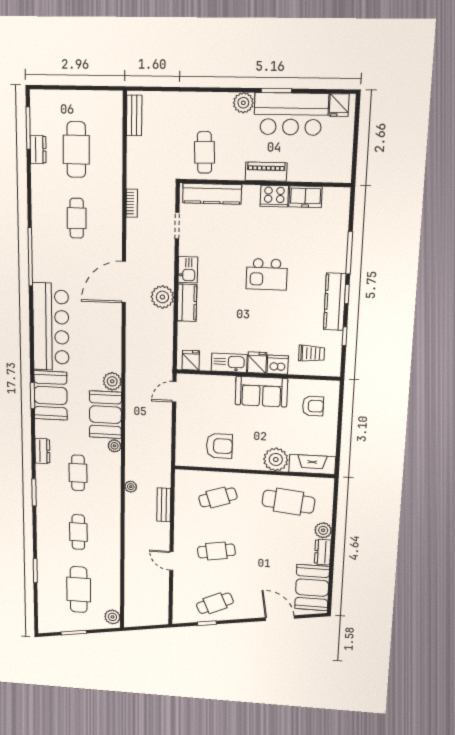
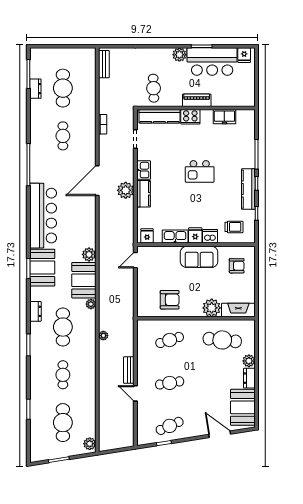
cooker: (274, 196) -> (190, 117), moved
cafe table: (78, 473) -> (63, 327), width x1.37, depth x1.35
bench: (164, 505) -> (129, 370), moved

